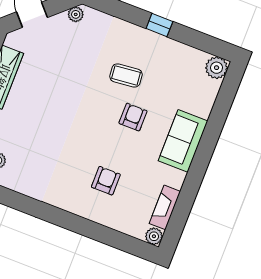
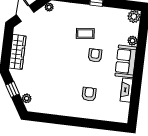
fireplace: (165, 207) -> (126, 90), moved
plant: (154, 236) -> (132, 41), moved

